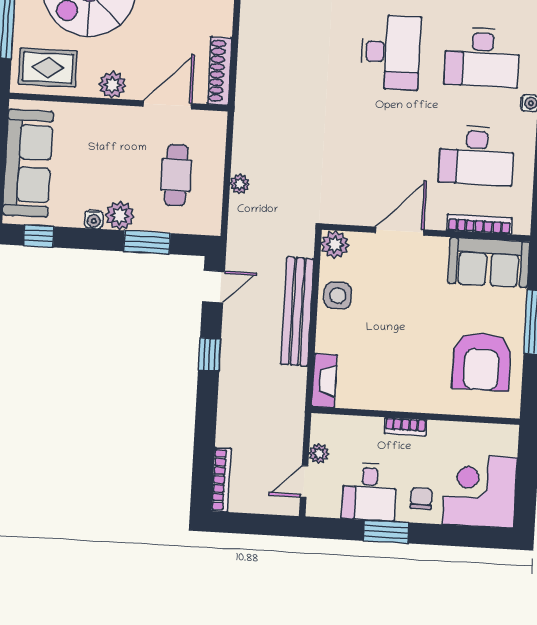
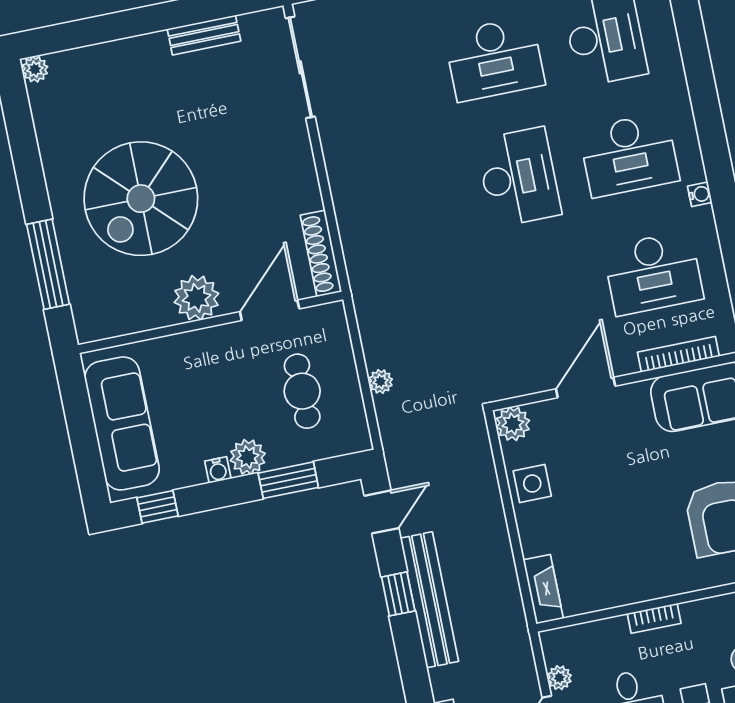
rug: (48, 68) -> (115, 304), removed
plant: (112, 85) -> (196, 298), width x1.36, depth x1.36
bench: (297, 311) -> (429, 600), moved

